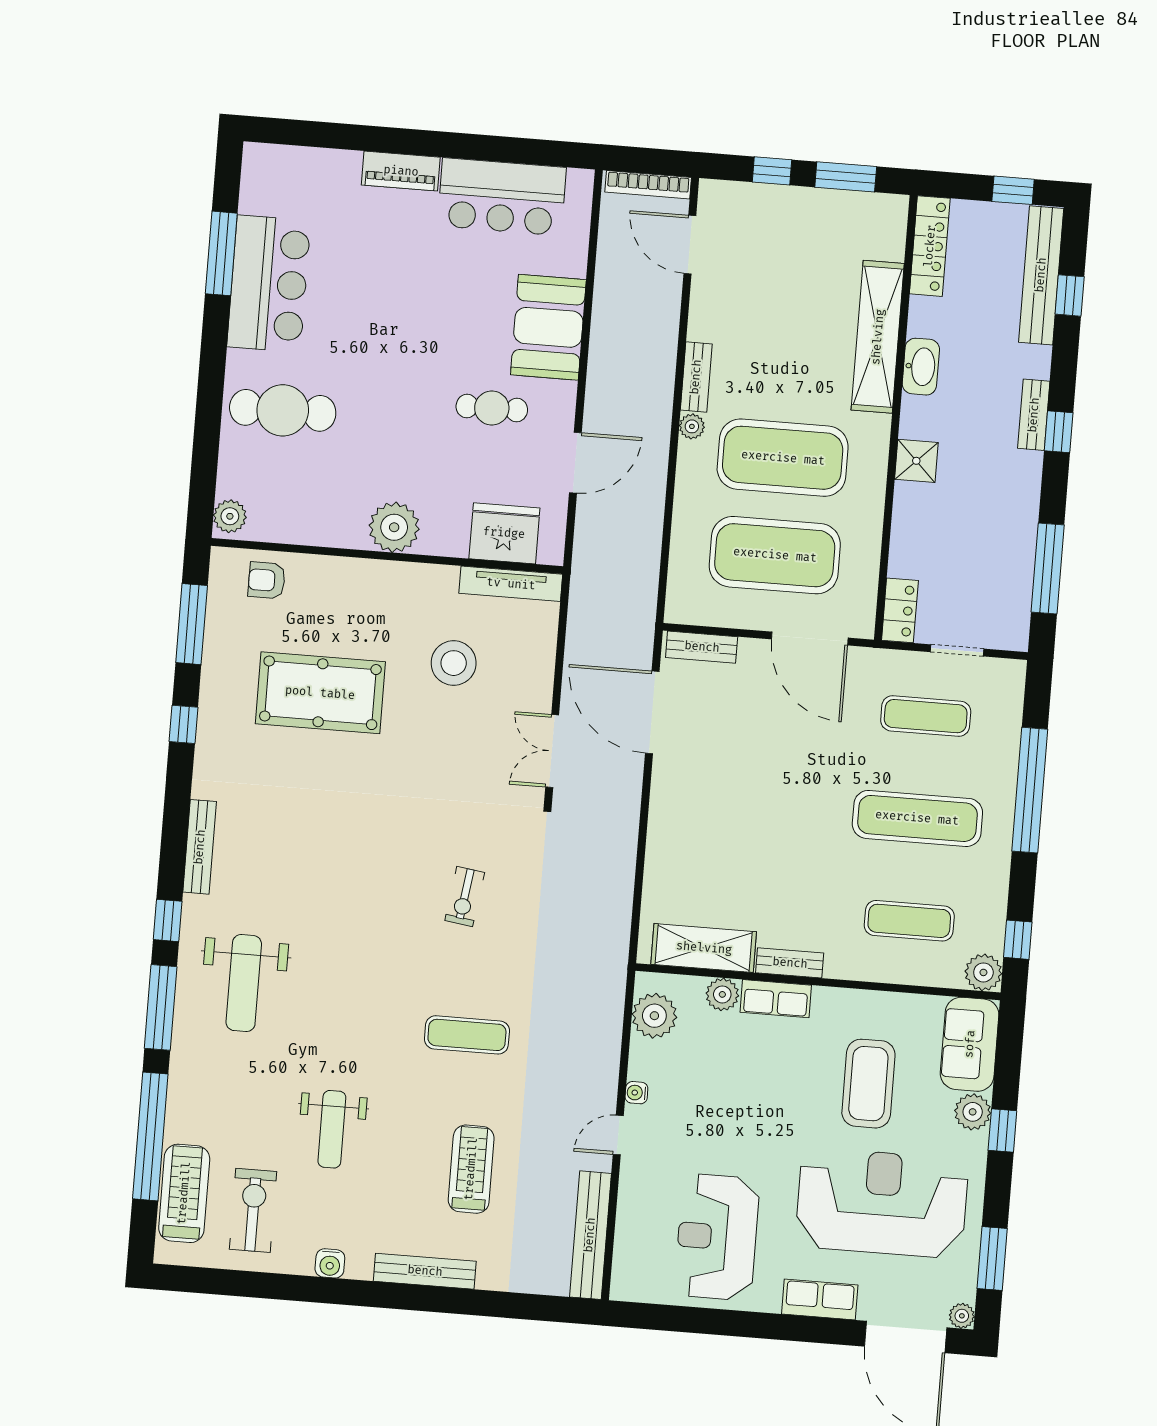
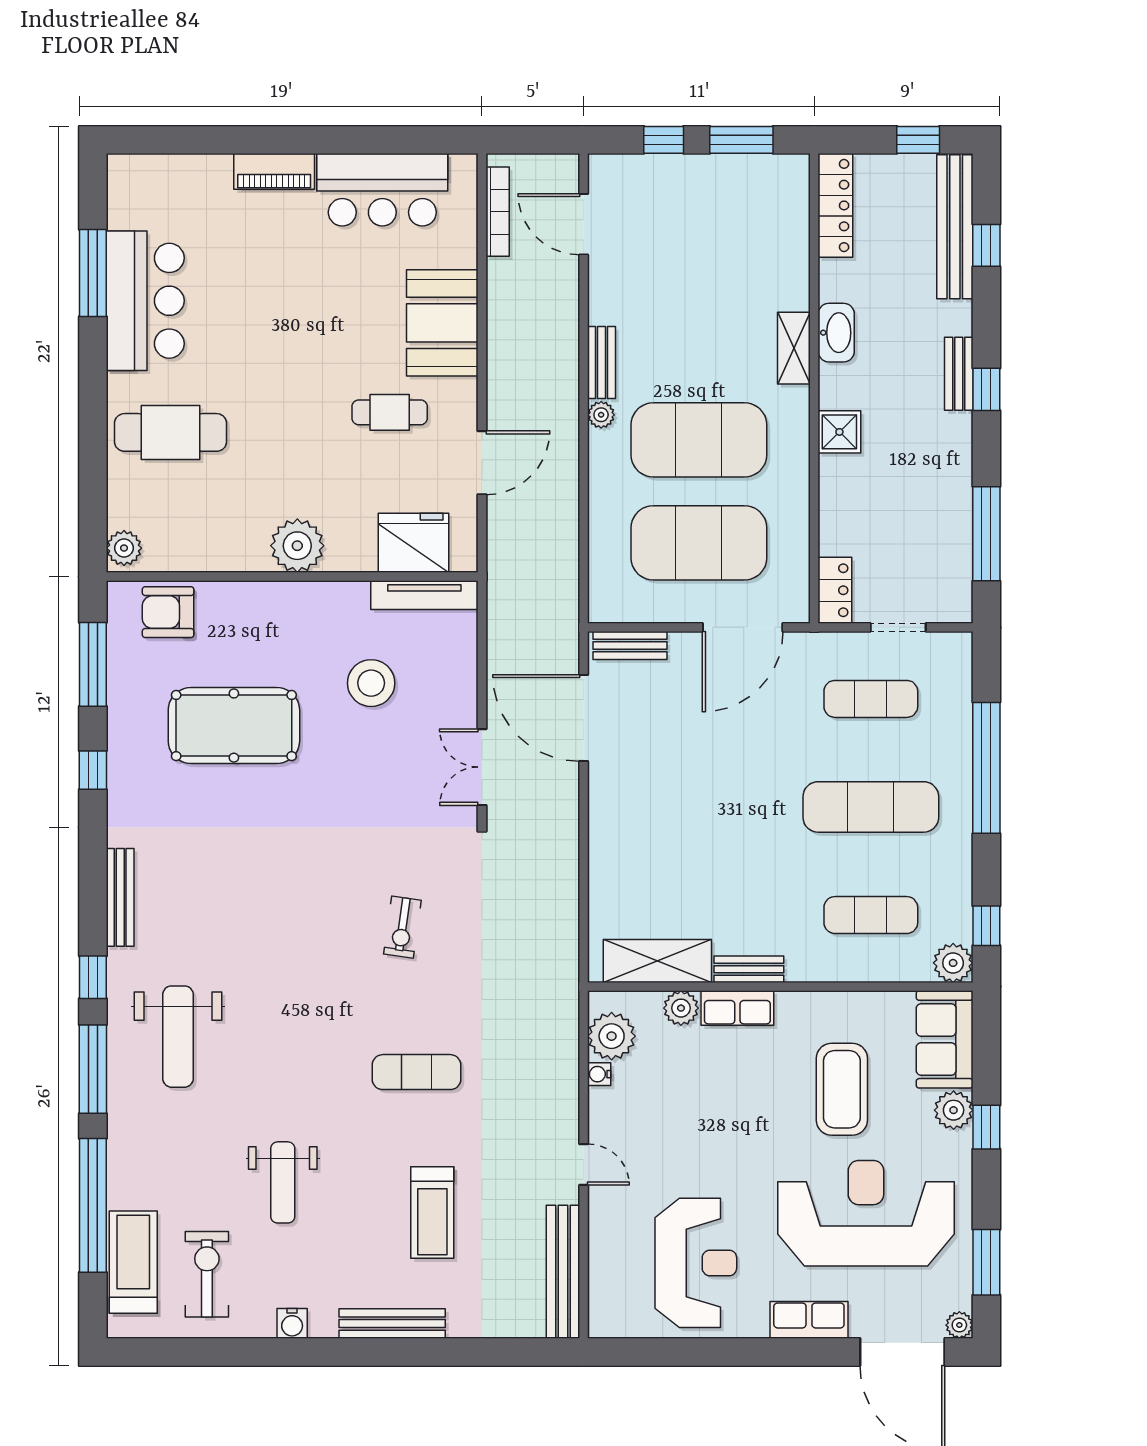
bookcase: (648, 185) -> (498, 212), moved, turned -90
shelving: (878, 337) -> (794, 348), width x0.45, depth x0.75
armchair: (267, 580) -> (168, 612), width x1.38, depth x1.38
door: (810, 639) -> (743, 627), hinge flipped
water cooler: (636, 1093) -> (599, 1074), moved
door: (618, 1135) -> (584, 1164), swing flipped
treadmill: (471, 1169) -> (432, 1213), turned 180
reception desk: (717, 1237) -> (696, 1263), turned 180

